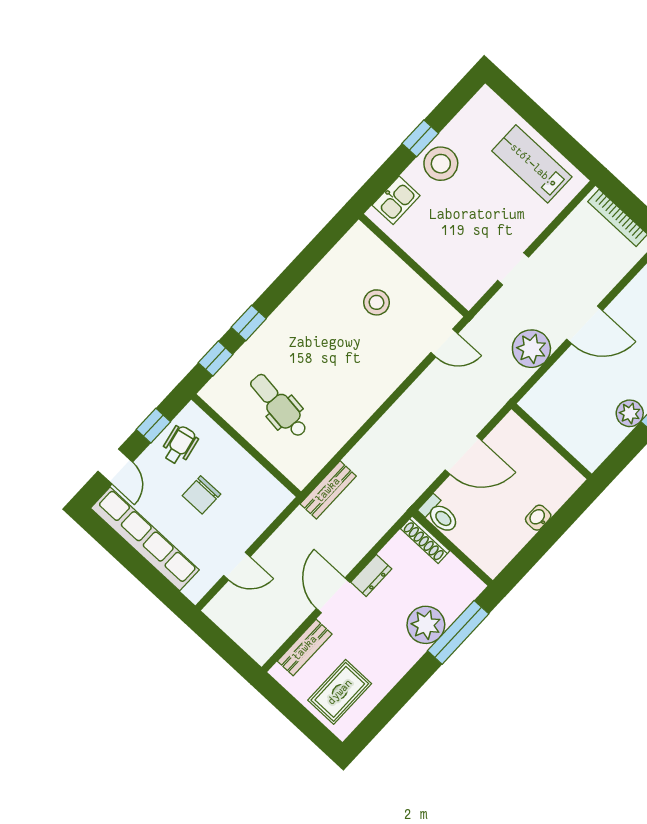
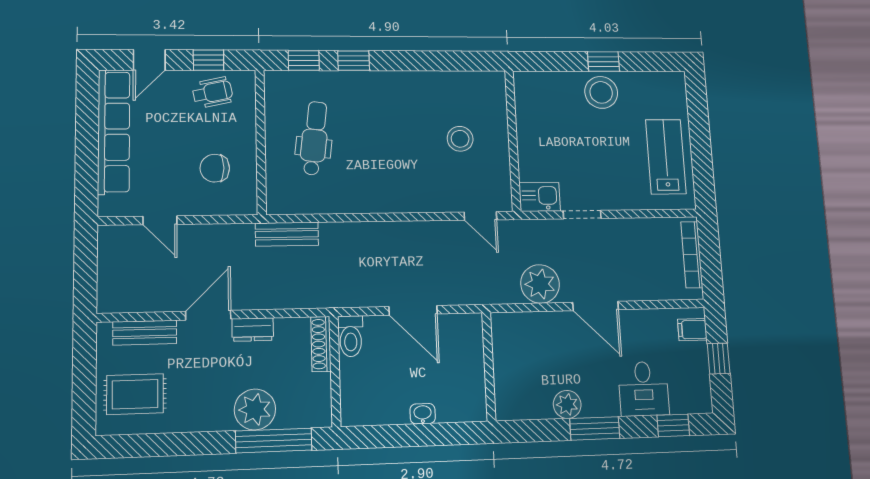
kitchen sink: (396, 200) -> (540, 197), moved, turned 180
chair: (201, 495) -> (215, 168), moved

